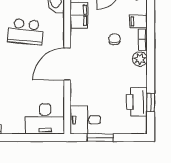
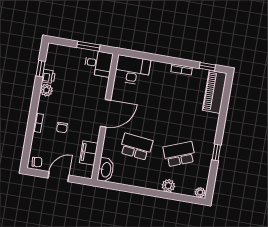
filing cabinet: (138, 21) -> (39, 139), removed
plant: (140, 59) -> (46, 90), moved
printer: (137, 102) -> (48, 76), width x0.53, depth x0.68

